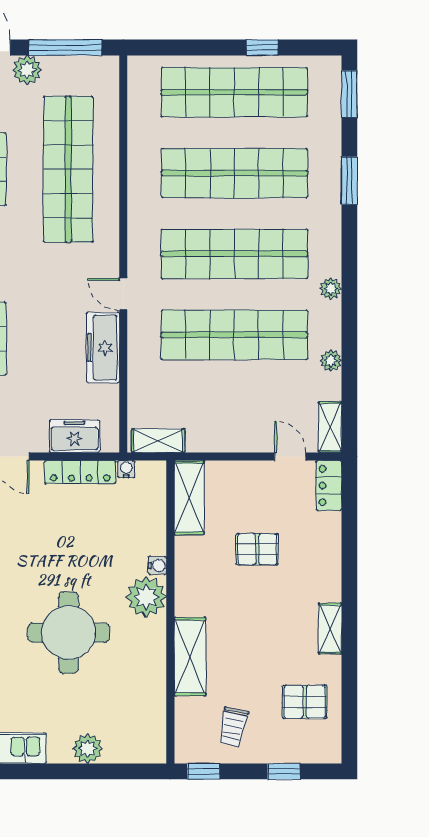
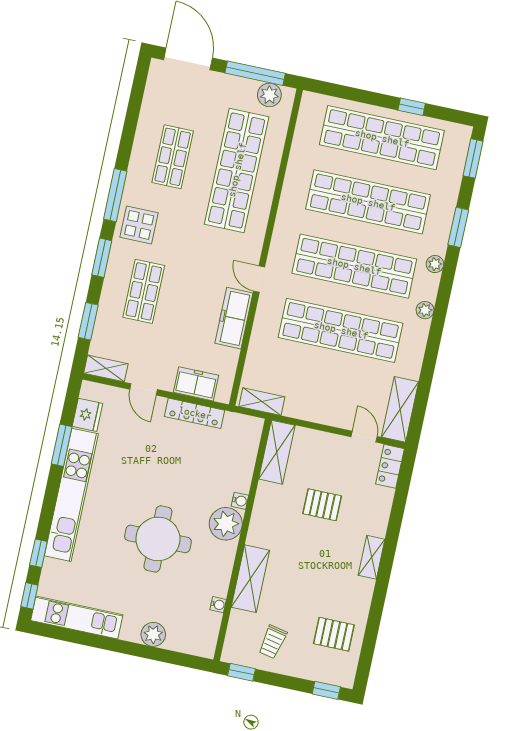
plant: (27, 70) -> (269, 95), moved
plant: (331, 360) -> (435, 264), moved
shelving: (330, 427) -> (400, 409), width x1.50, depth x1.33
water cooler: (126, 469) -> (218, 605), moved, turned 90
shelving: (330, 629) -> (372, 557), moved
window: (284, 771) -> (326, 690), moved

